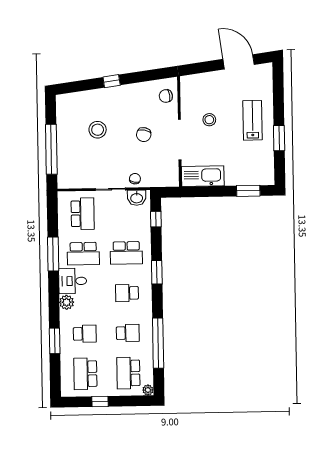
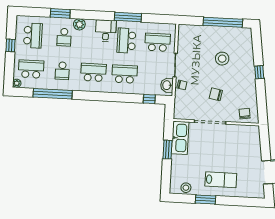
stool: (209, 120) -> (186, 188), moved
window: (51, 149) -> (223, 22), moved
window: (248, 191) -> (167, 150), moved
school desk: (83, 214) -> (158, 42), turned 180
school desk: (126, 253) -> (125, 74), turned 90
window: (157, 272) -> (108, 97), removed
school desk: (127, 293) -> (93, 72), width x1.85
plant: (67, 302) -> (79, 24), moved
school desk: (85, 374) -> (33, 36), turned 90

